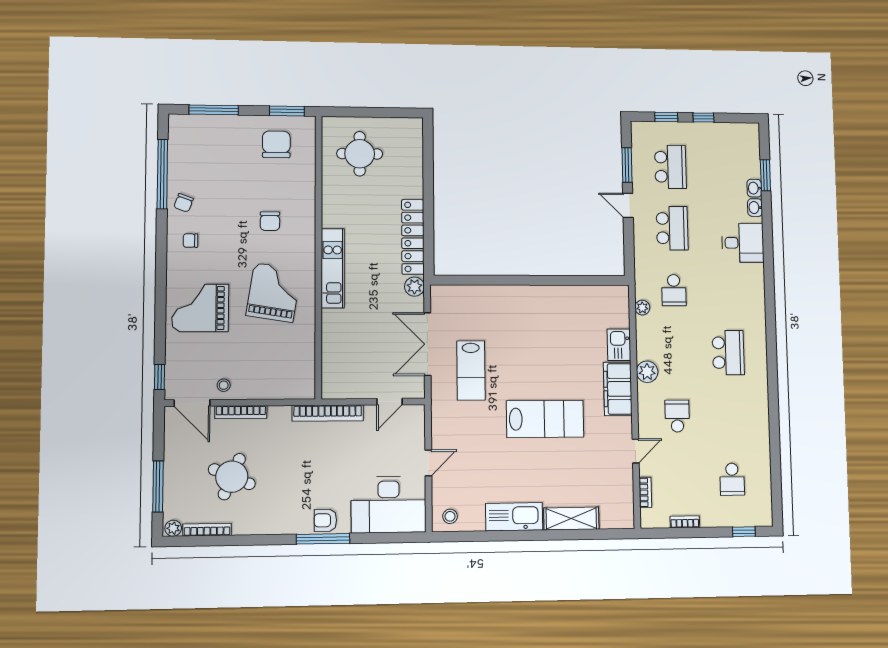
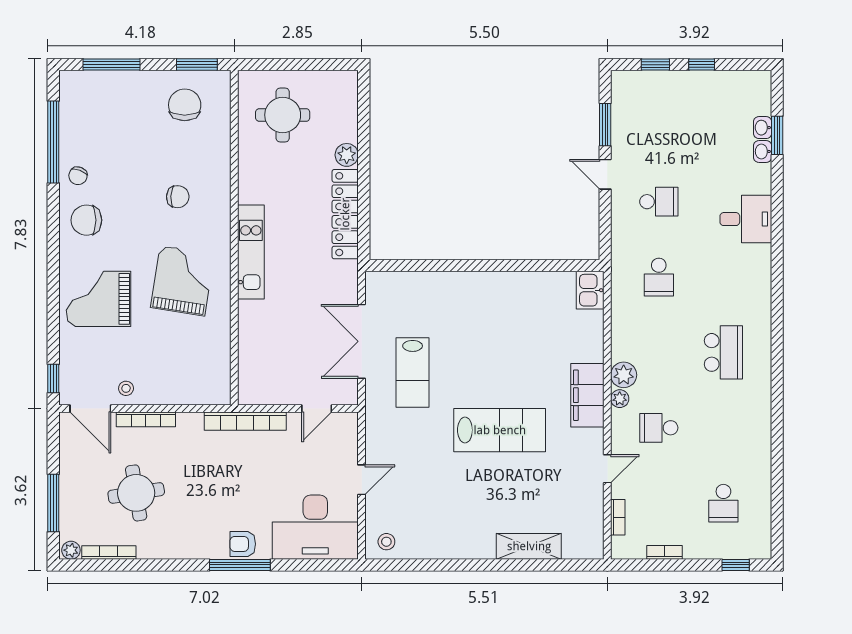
school desk: (670, 167) -> (659, 126), removed
washbasin: (755, 208) -> (763, 128), moved
chair: (270, 221) -> (178, 197), turned -87
school desk: (672, 228) -> (659, 202), width x0.54
chair: (190, 241) -> (86, 220), width x1.87, depth x1.87
plant: (414, 287) -> (347, 155), moved
plant: (642, 308) -> (620, 399), moved
kitchen sink: (619, 345) -> (590, 290), moved
school desk: (677, 416) -> (659, 428), turned -90
round table: (232, 477) -> (136, 493), turned -32
kitchen sink: (514, 517) -> (461, 543), removed

